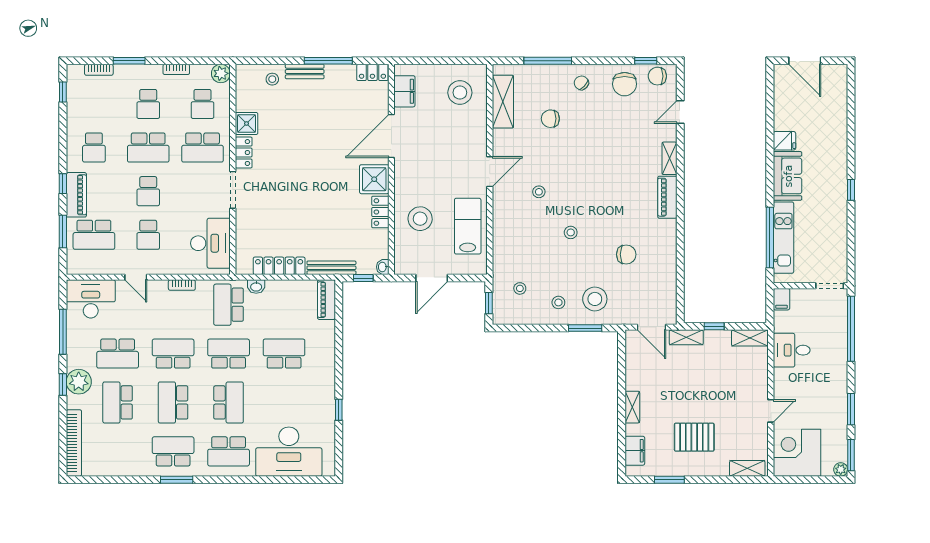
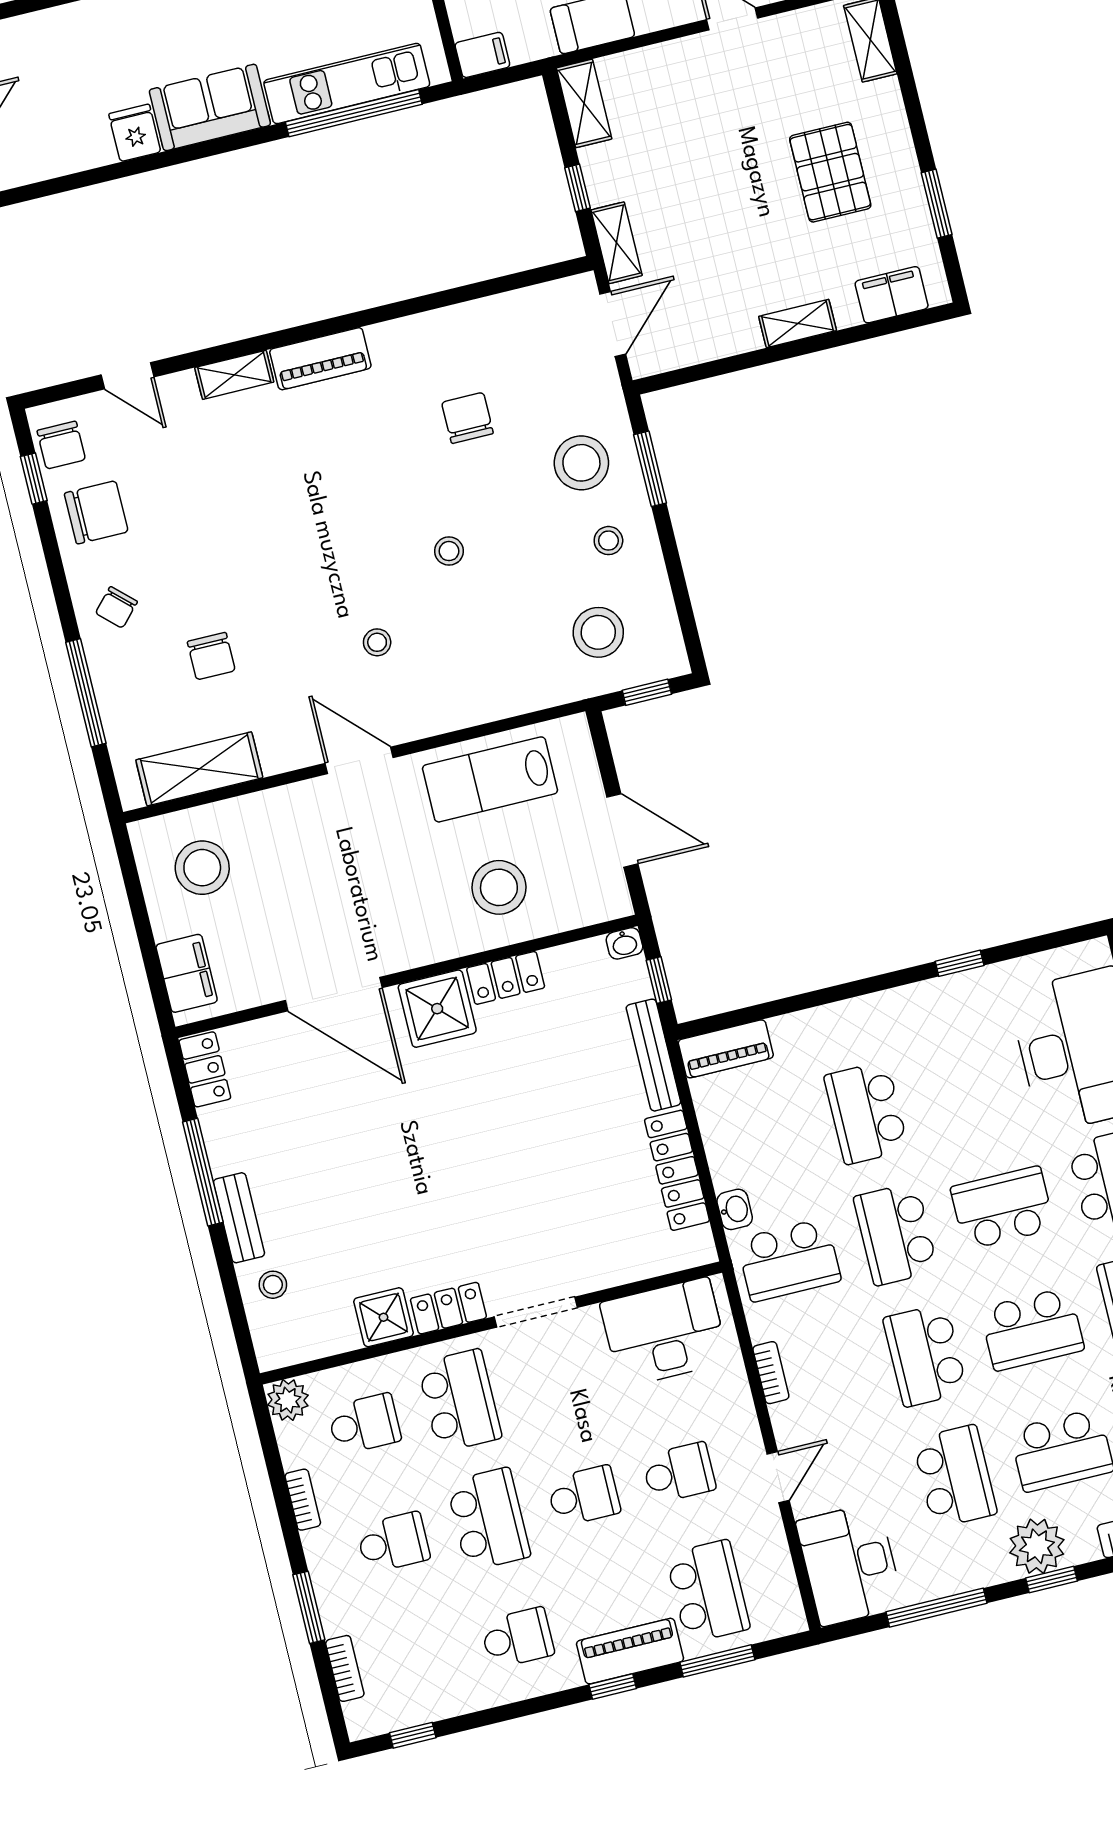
filing cabinet: (404, 91) -> (187, 973), moved, turned 90
stool: (520, 288) -> (598, 632), width x1.89, depth x1.89

